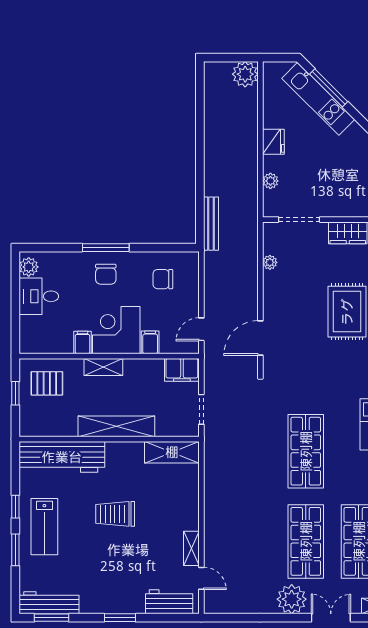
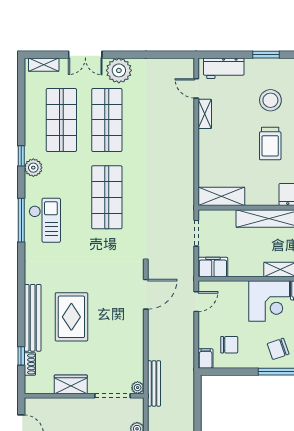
bench: (211, 224) -> (154, 383), moved
plant: (270, 262) -> (138, 388), moved
chair: (106, 274) -> (278, 349), turned -109
filing cabinet: (150, 342) -> (206, 359), moved, turned 180
trolley: (115, 514) -> (270, 144), turned 90
stool: (115, 564) -> (270, 100), added

